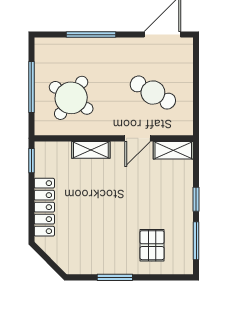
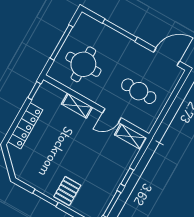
cafe table: (153, 93) -> (139, 91), turned -30
round table: (71, 98) -> (83, 64), turned -34
pallet: (152, 245) -> (67, 191), moved

